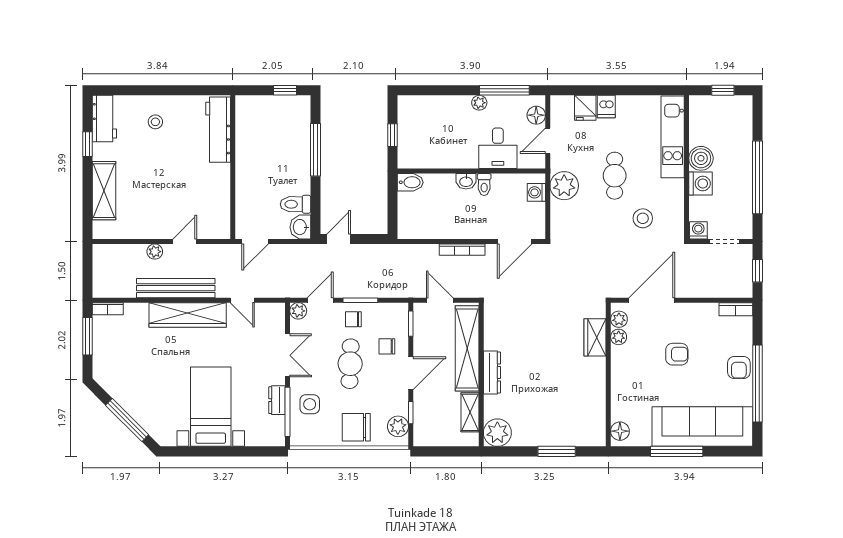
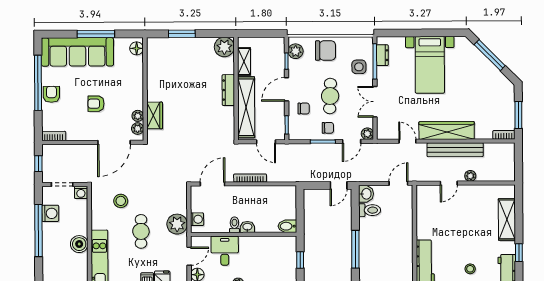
washing machine: (700, 183) -> (50, 213), moved, turned 180
dresser: (277, 400) -> (382, 55), moved

